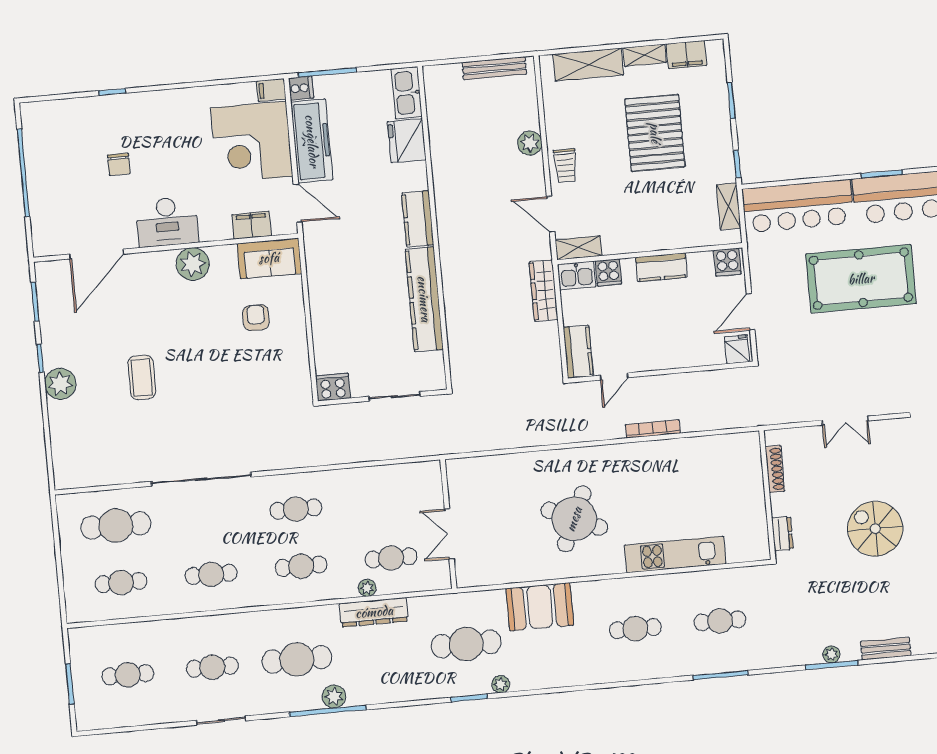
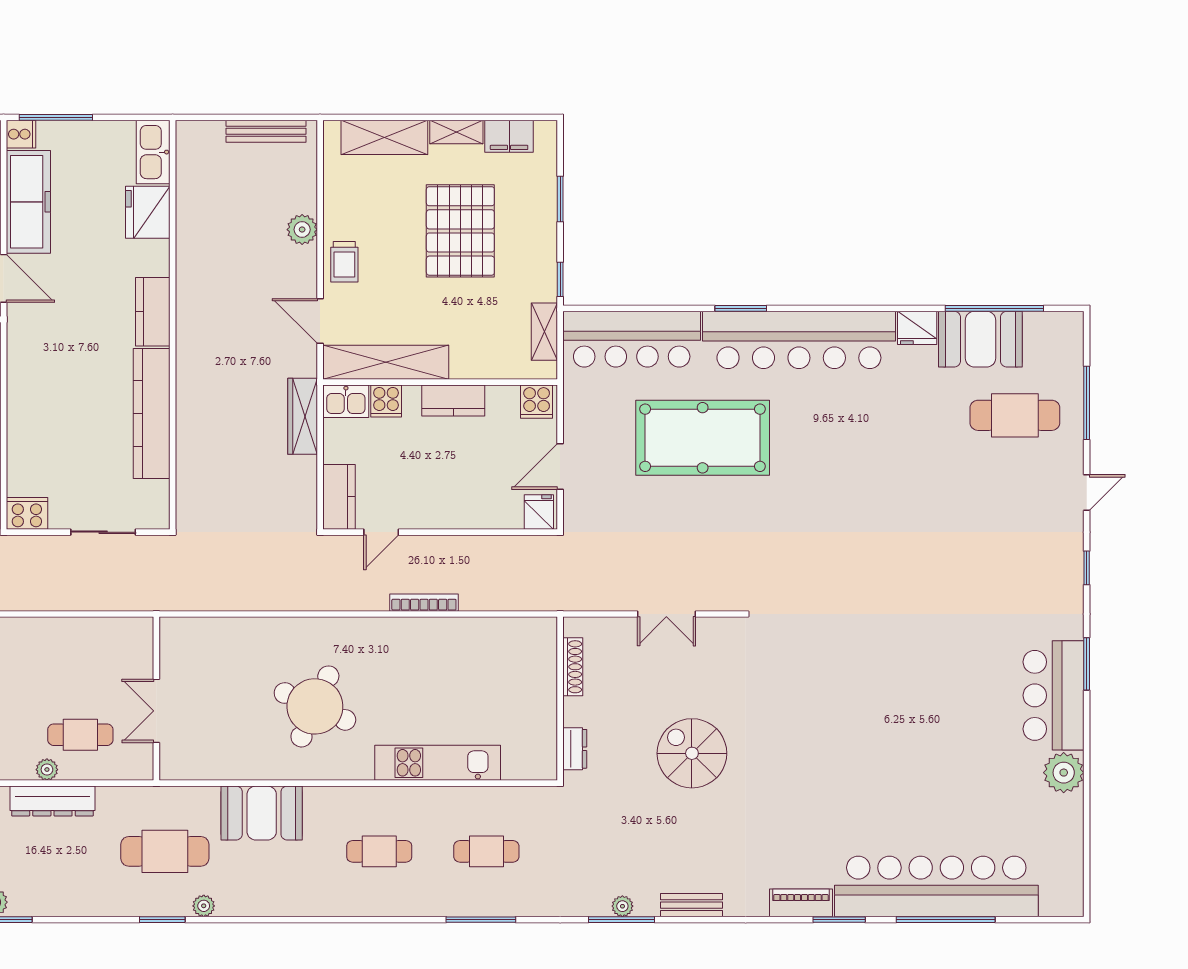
shelving: (579, 248) -> (386, 362), width x2.20, depth x1.33

